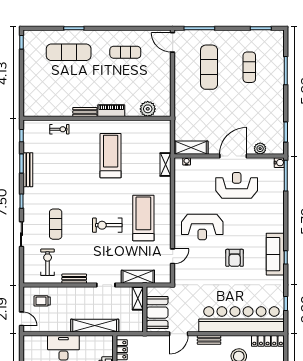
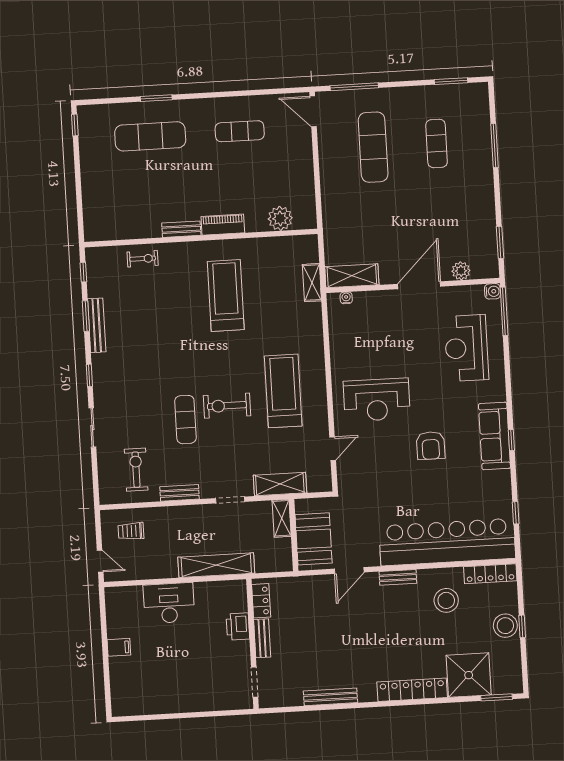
shelving: (166, 165) -> (312, 283), moved
reception desk: (237, 185) -> (466, 348), moved, turned -90
exercise mat: (56, 224) -> (185, 420), moved

